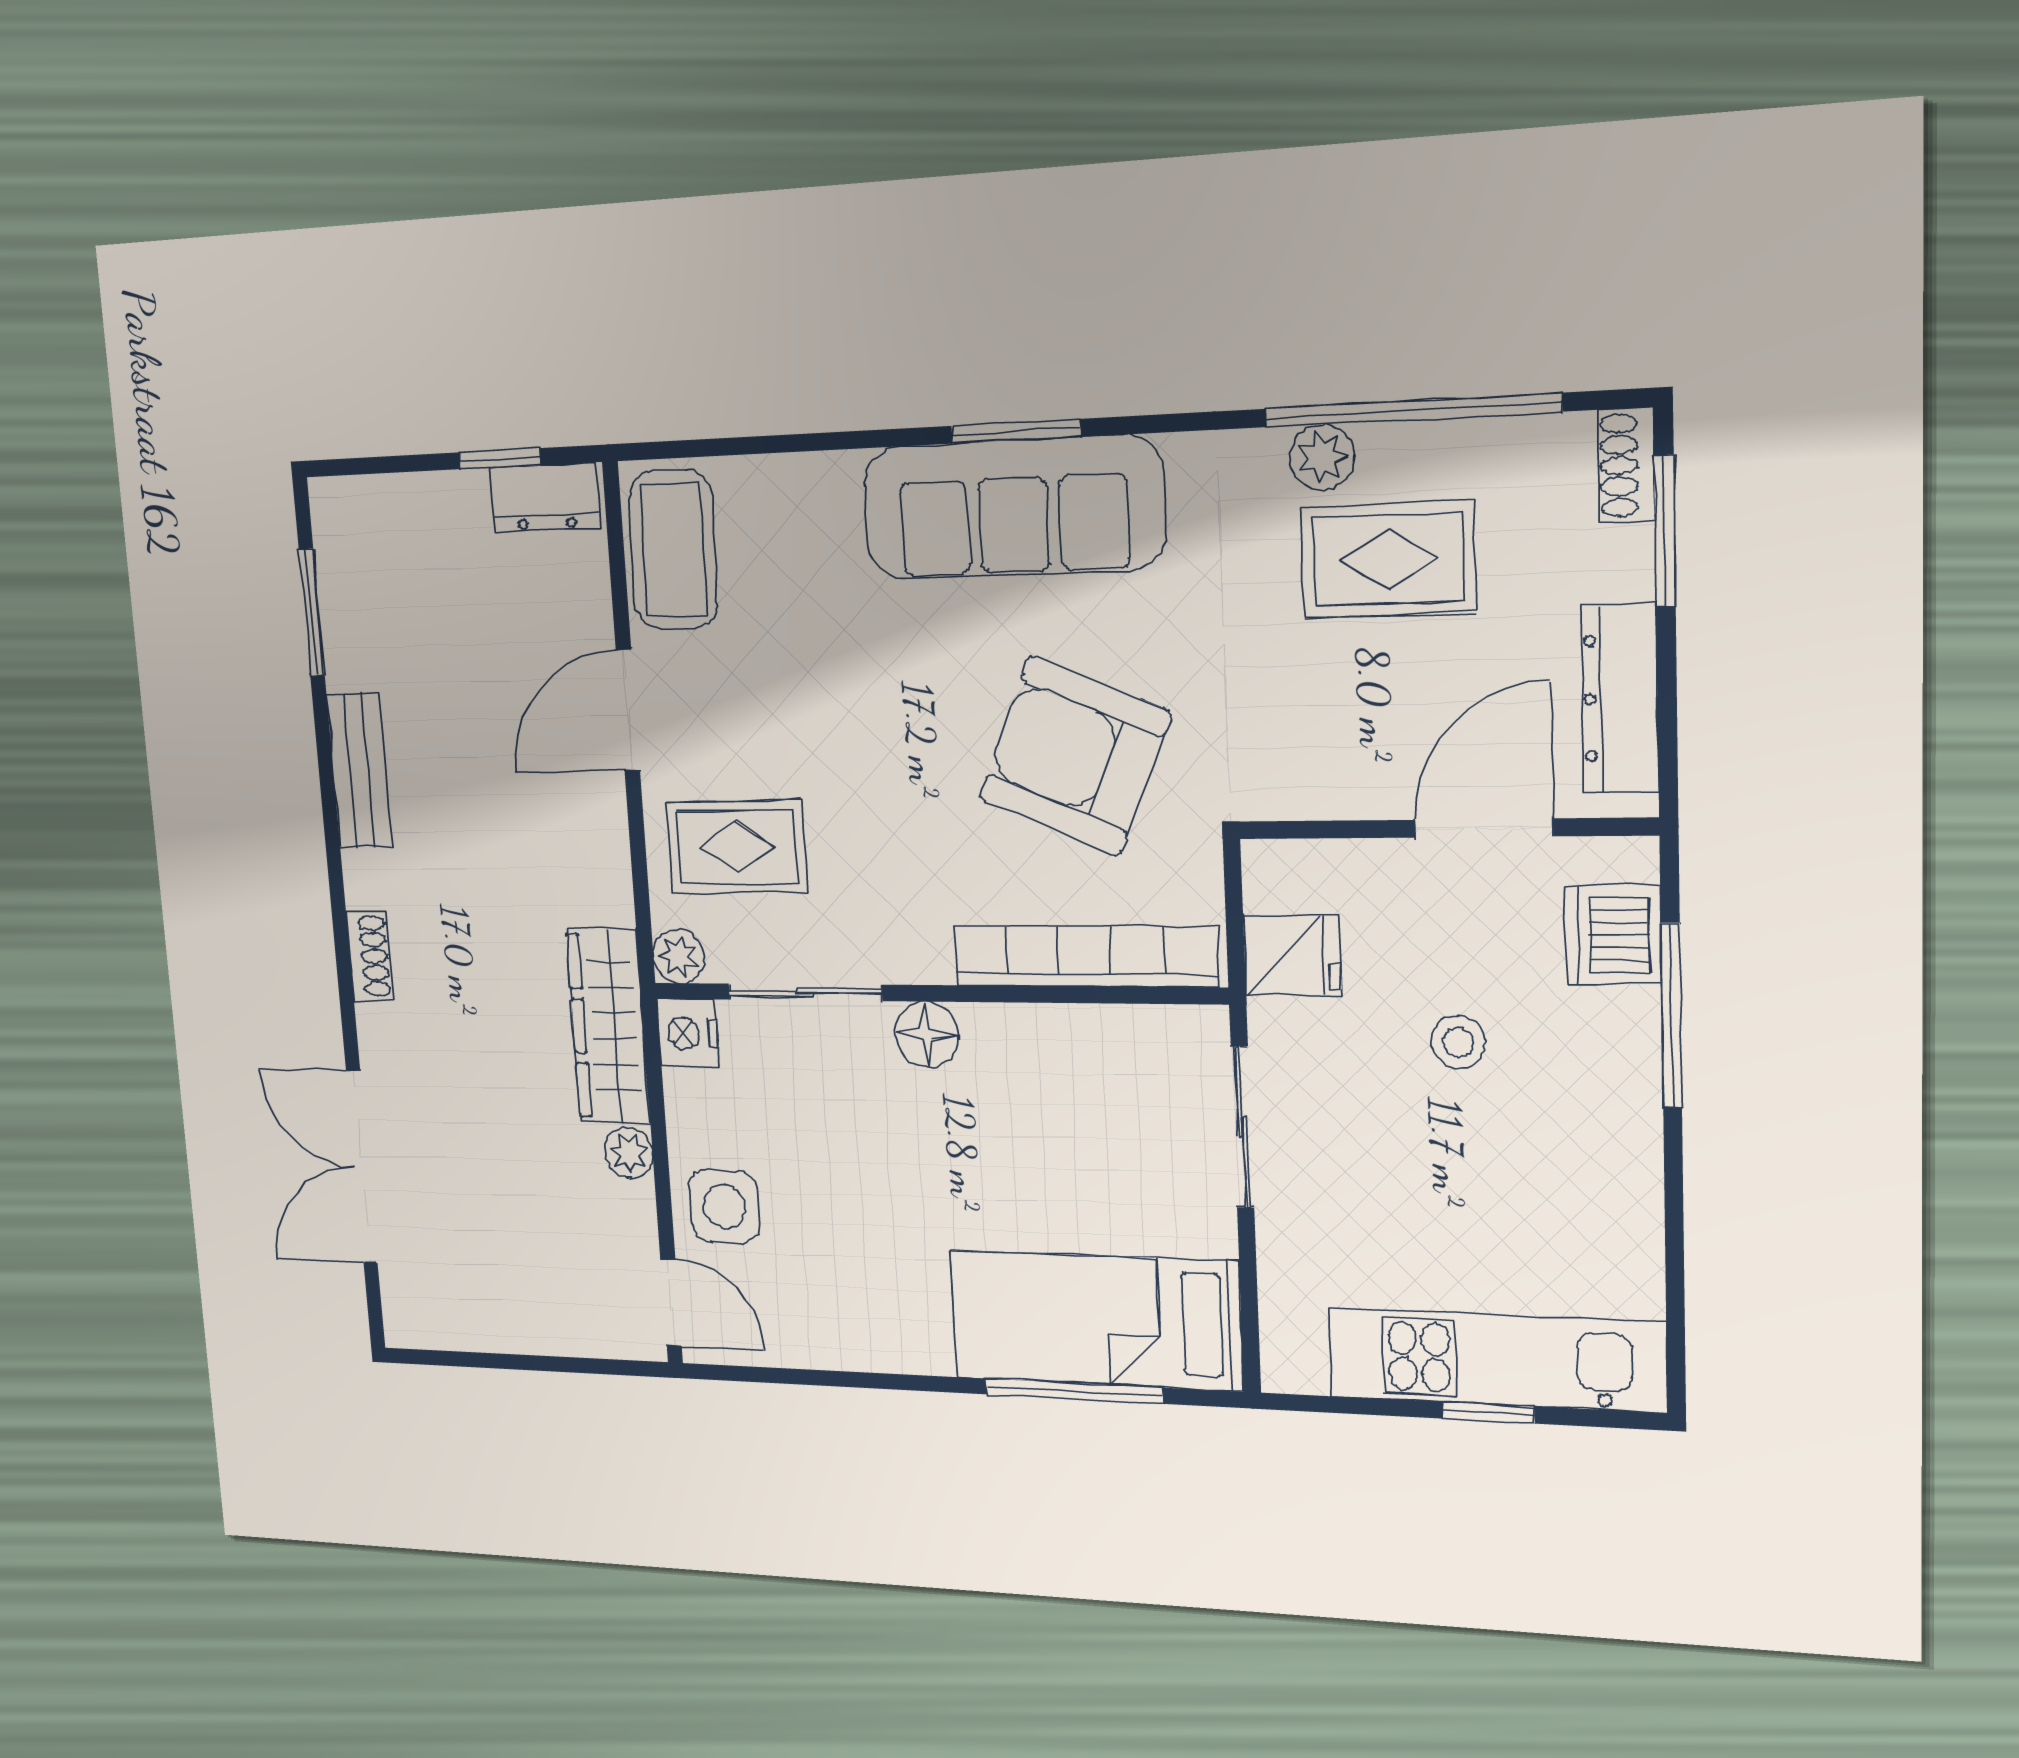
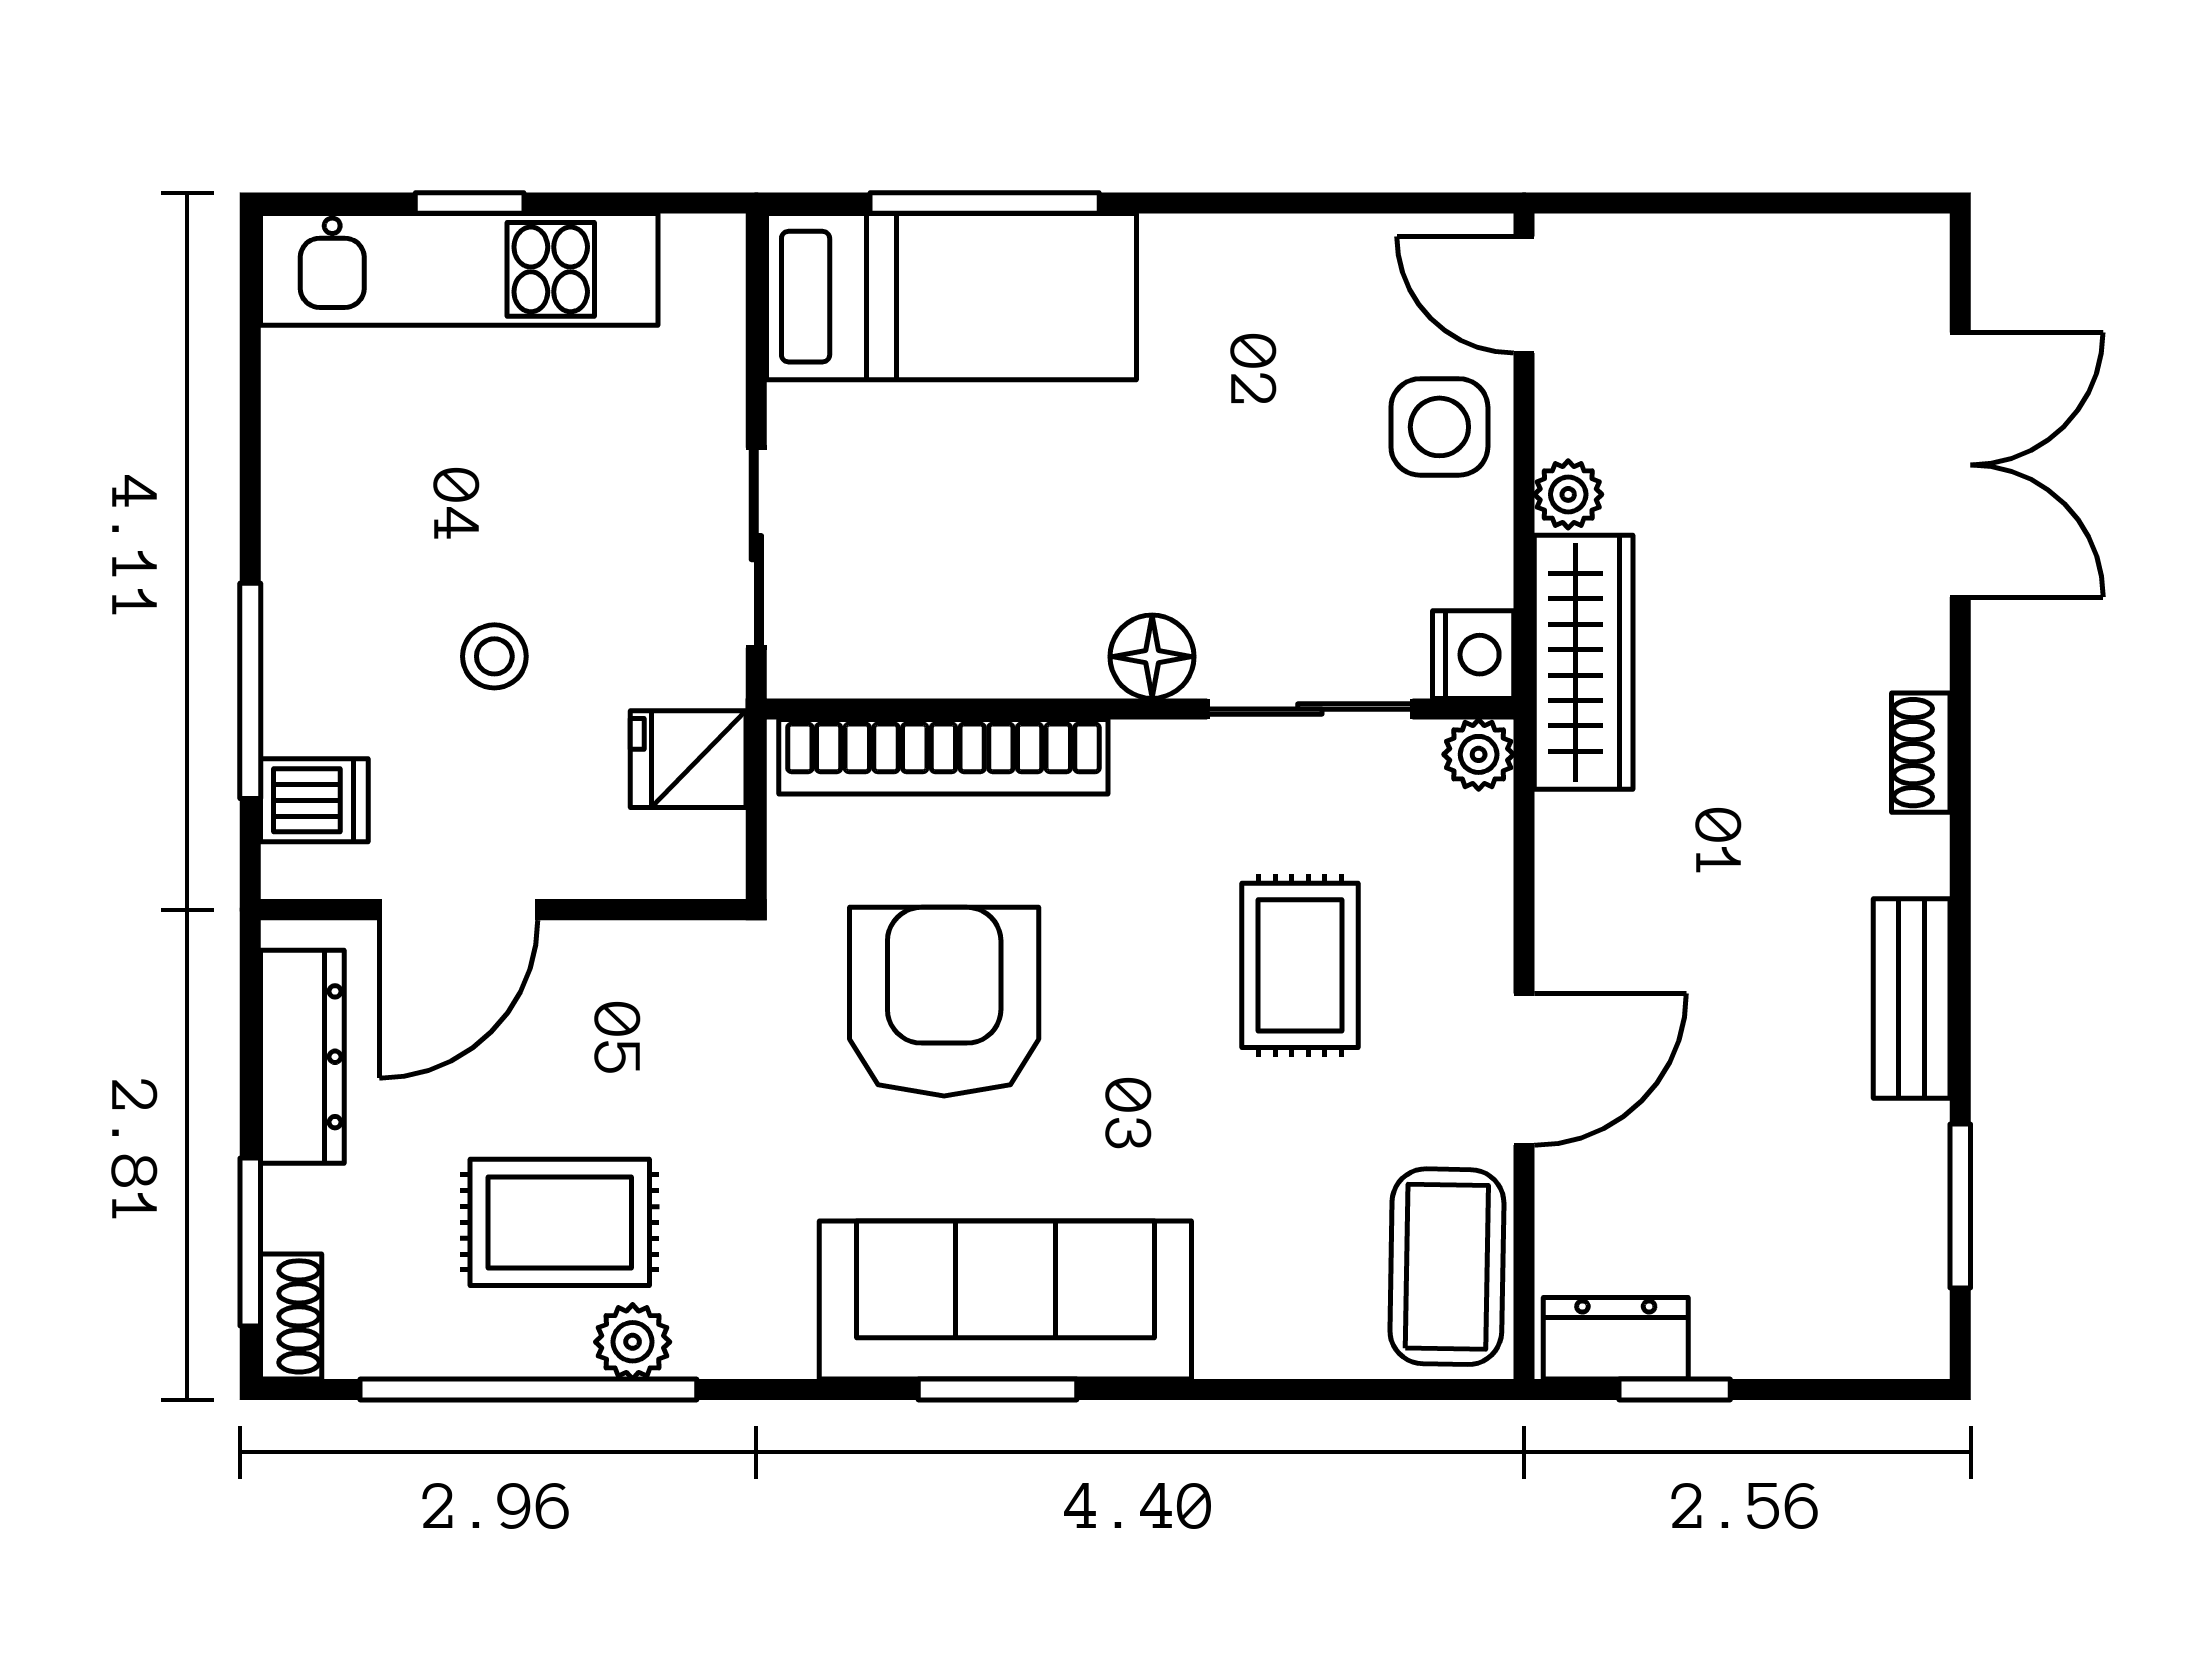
armchair: (1075, 756) -> (944, 1002), turned -113
rug: (737, 847) -> (1300, 965), moved, turned 90
dishwasher: (1613, 935) -> (314, 800), width x0.73

